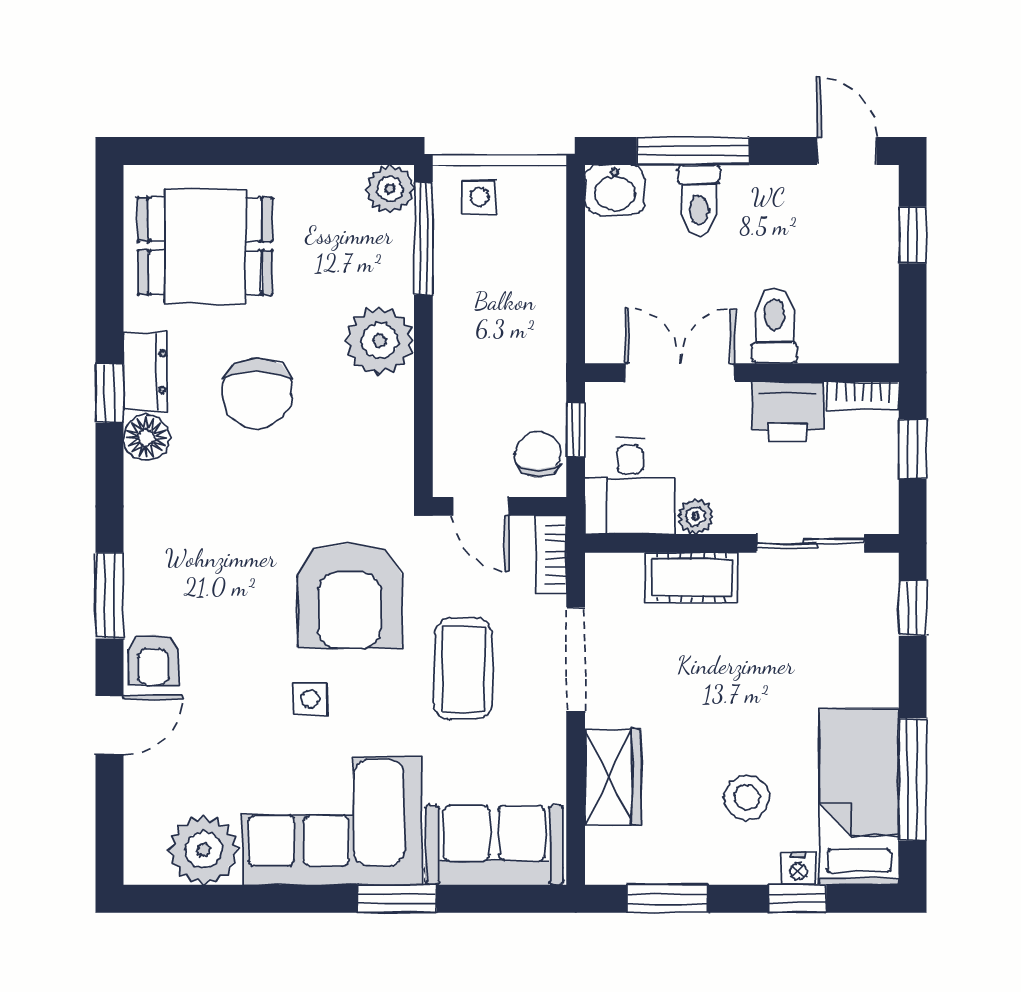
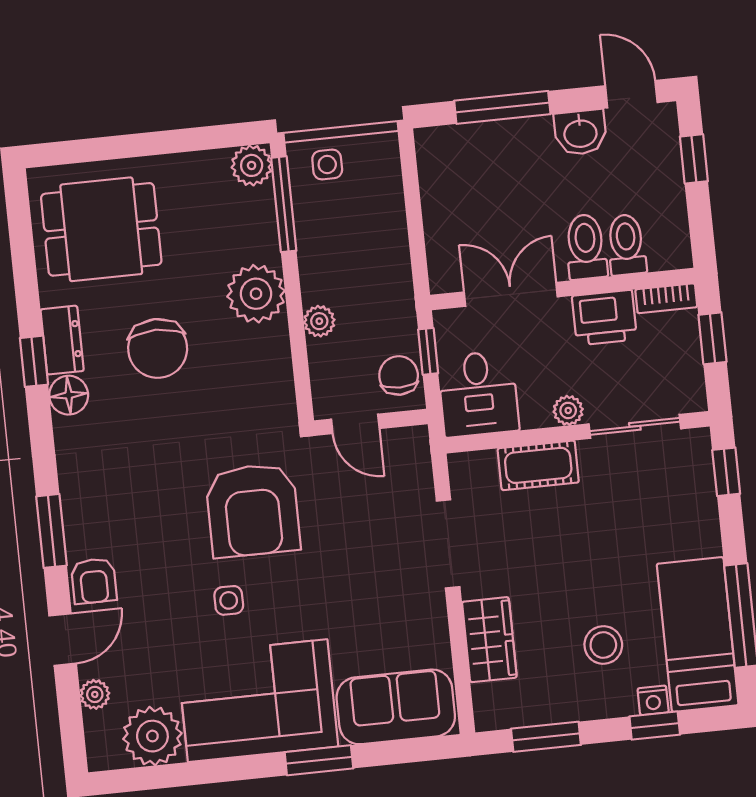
washbasin: (615, 190) -> (580, 132), moved
toilet: (699, 200) -> (626, 245), moved, turned 180
plant: (451, 381) -> (319, 321), added
plant: (696, 516) -> (568, 410), moved
bookcase: (551, 554) -> (418, 458), removed
coffee table: (463, 669) -> (355, 562), removed
plant: (141, 794) -> (95, 694), added

